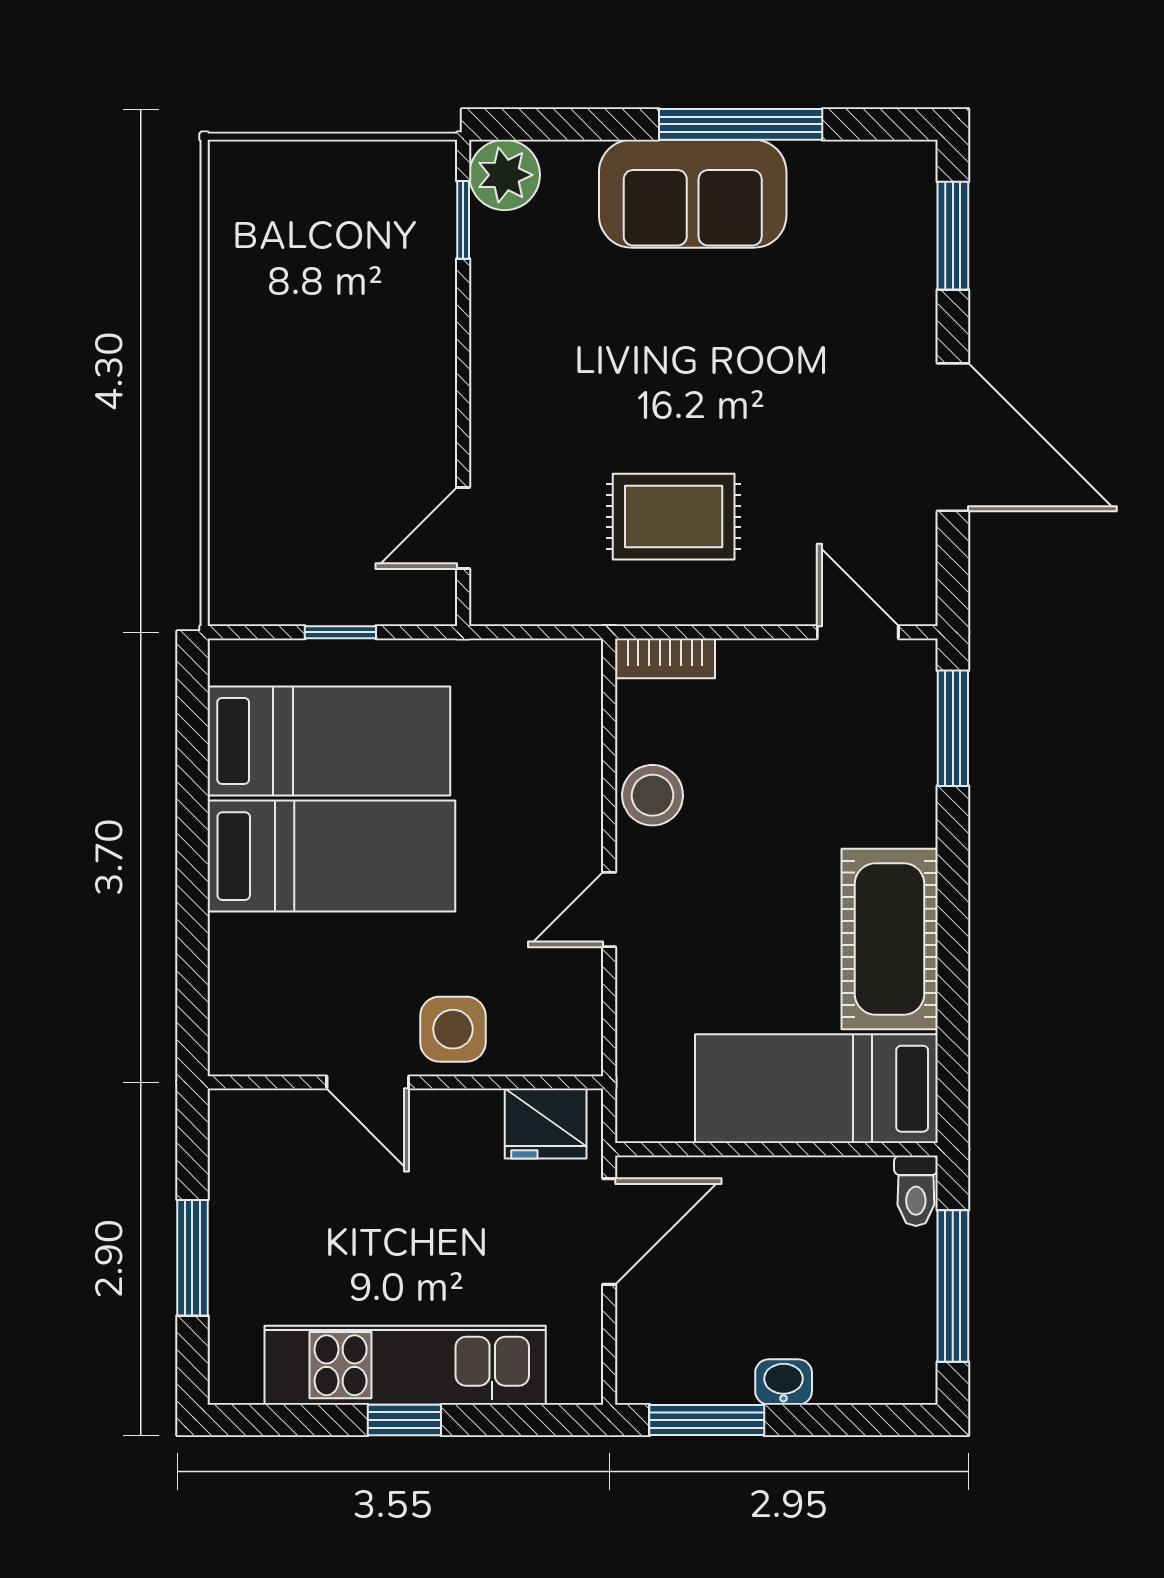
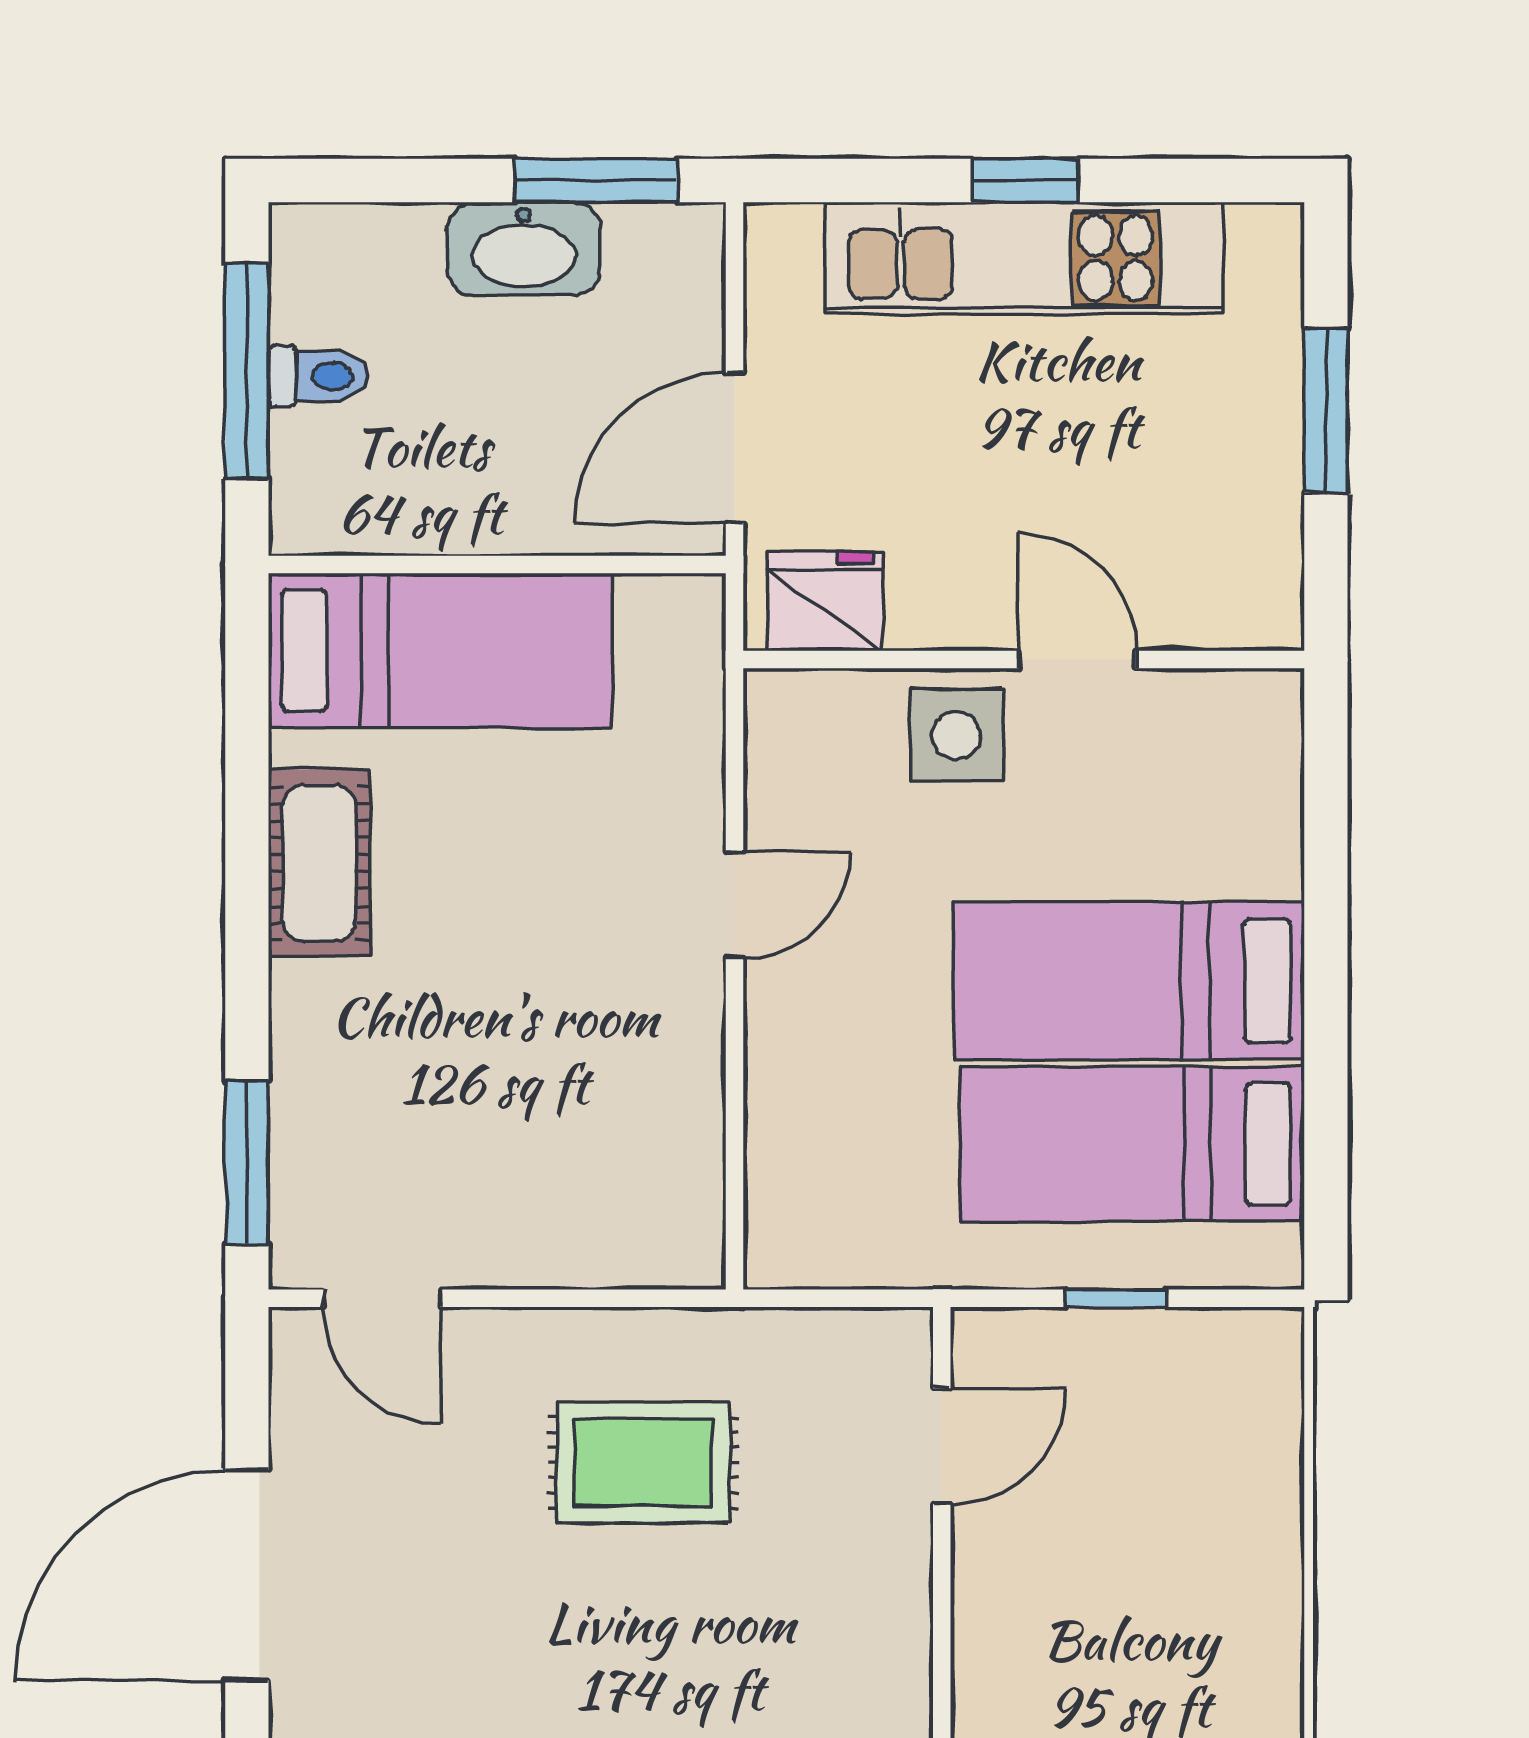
door: (953, 437) -> (247, 1575), hinge flipped
bookcase: (665, 658) -> (655, 1261), removed
stool: (653, 795) -> (673, 1067), removed
cot: (890, 939) -> (319, 863), width x0.73, depth x0.75
toilet: (916, 1191) -> (319, 376), moved, turned 90
washbasin: (784, 1382) -> (524, 249), width x1.91, depth x1.45

